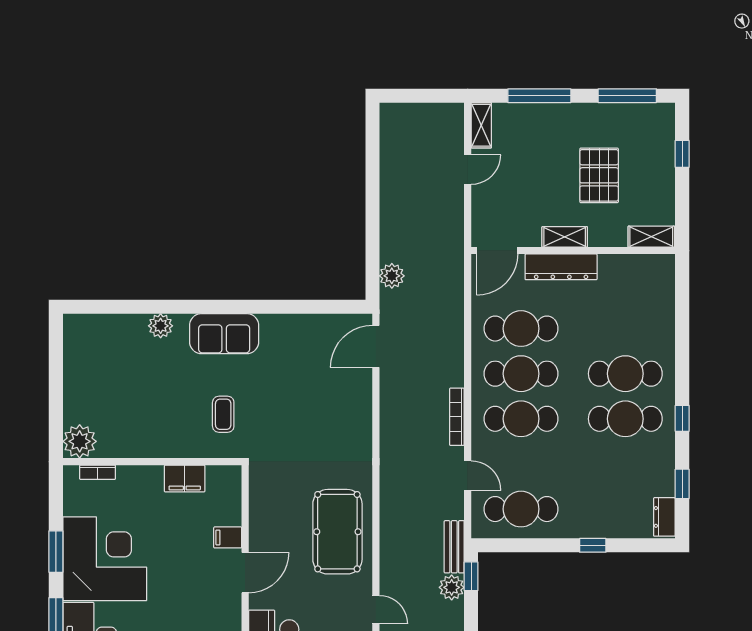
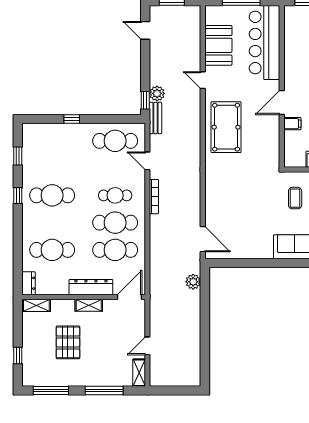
door: (376, 346) -> (203, 239), hinge flipped
cafe table: (625, 374) -> (52, 250), moved
cafe table: (521, 419) -> (115, 195), width x0.73, depth x0.74
dresser: (664, 517) -> (29, 283), moved

